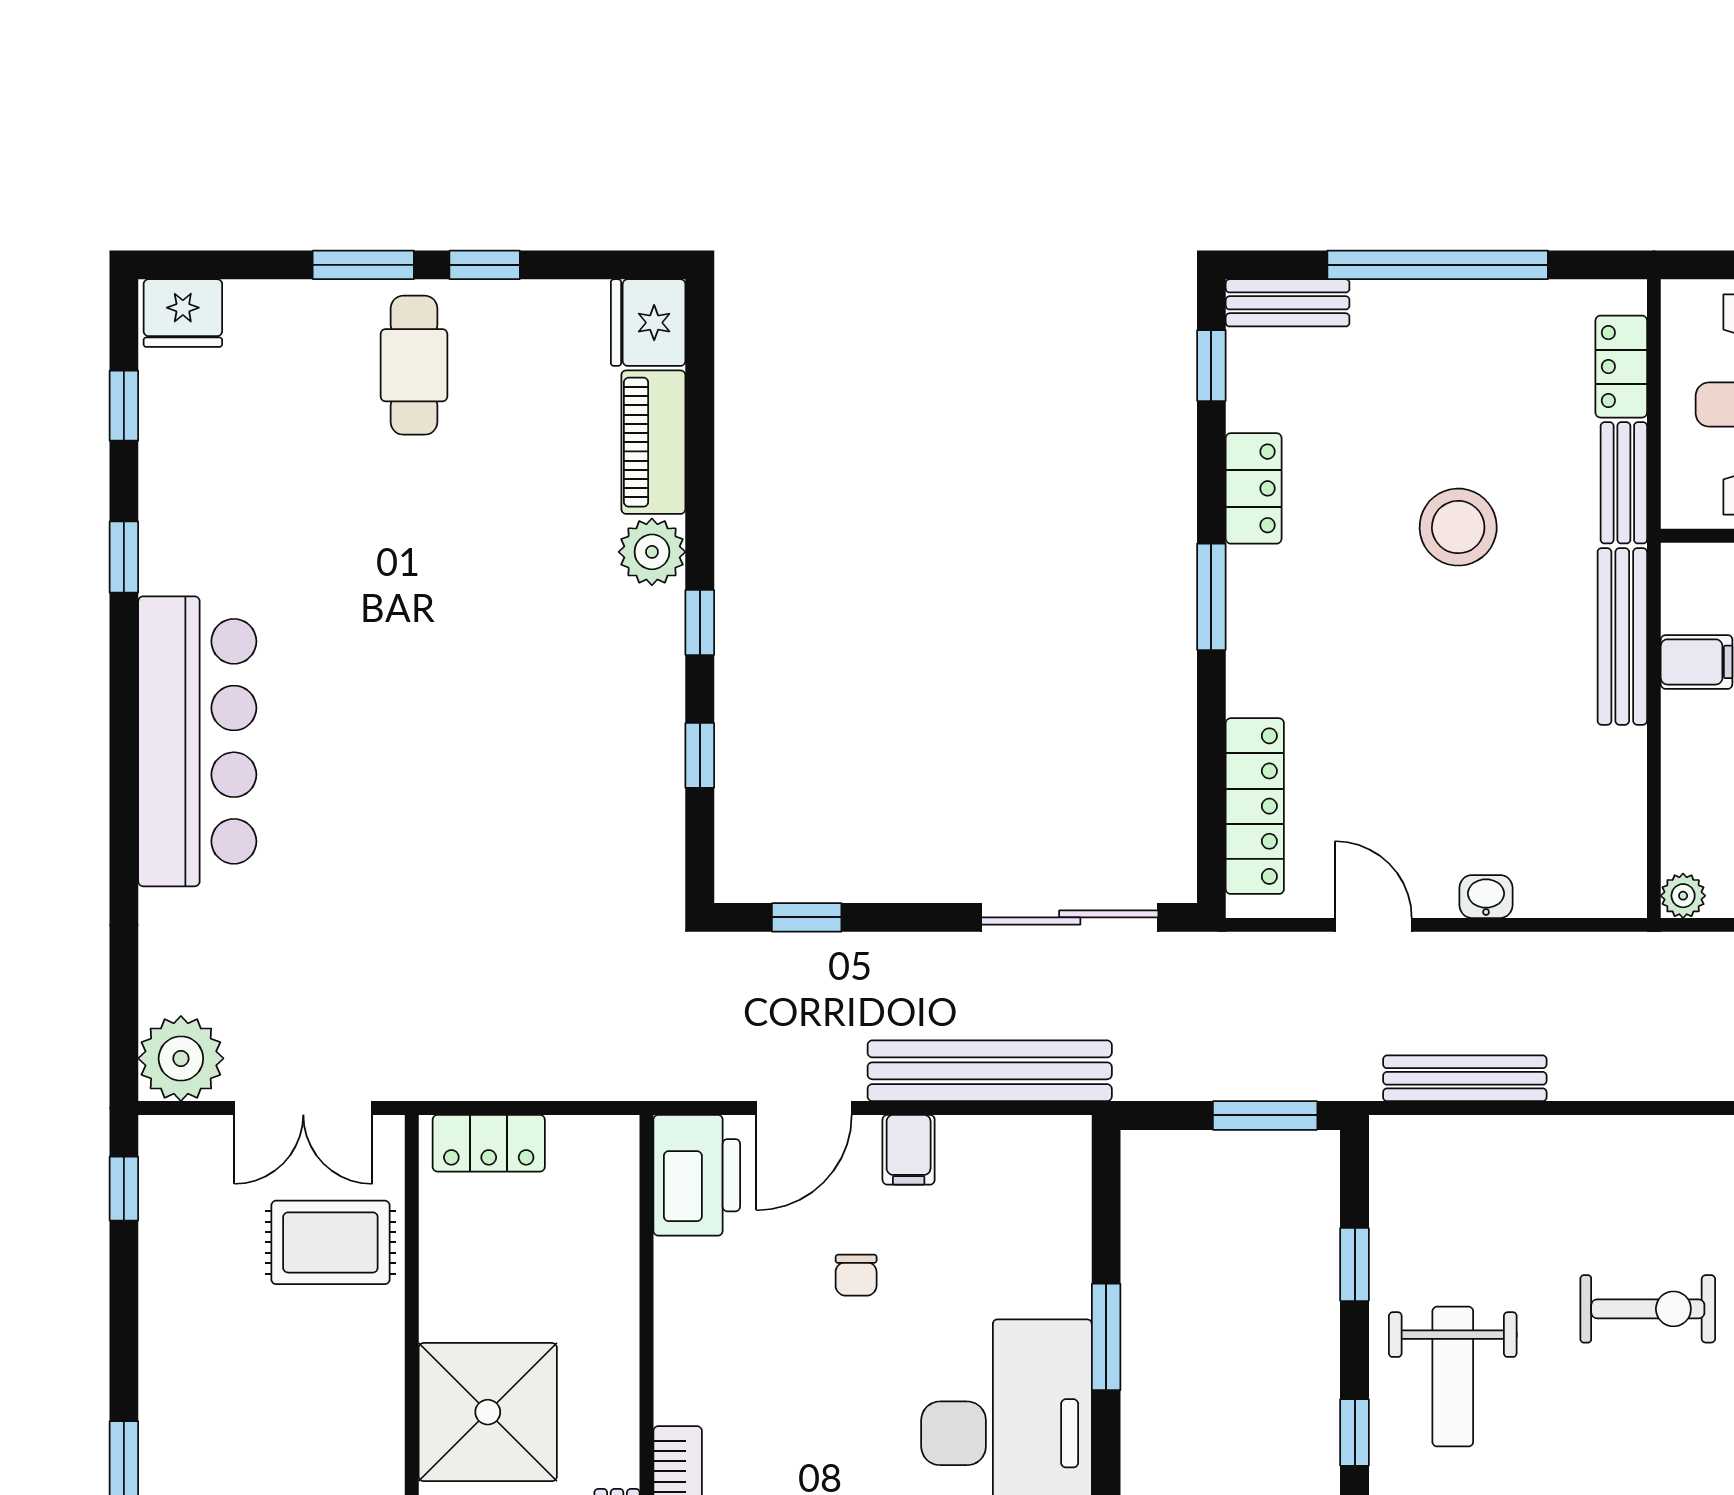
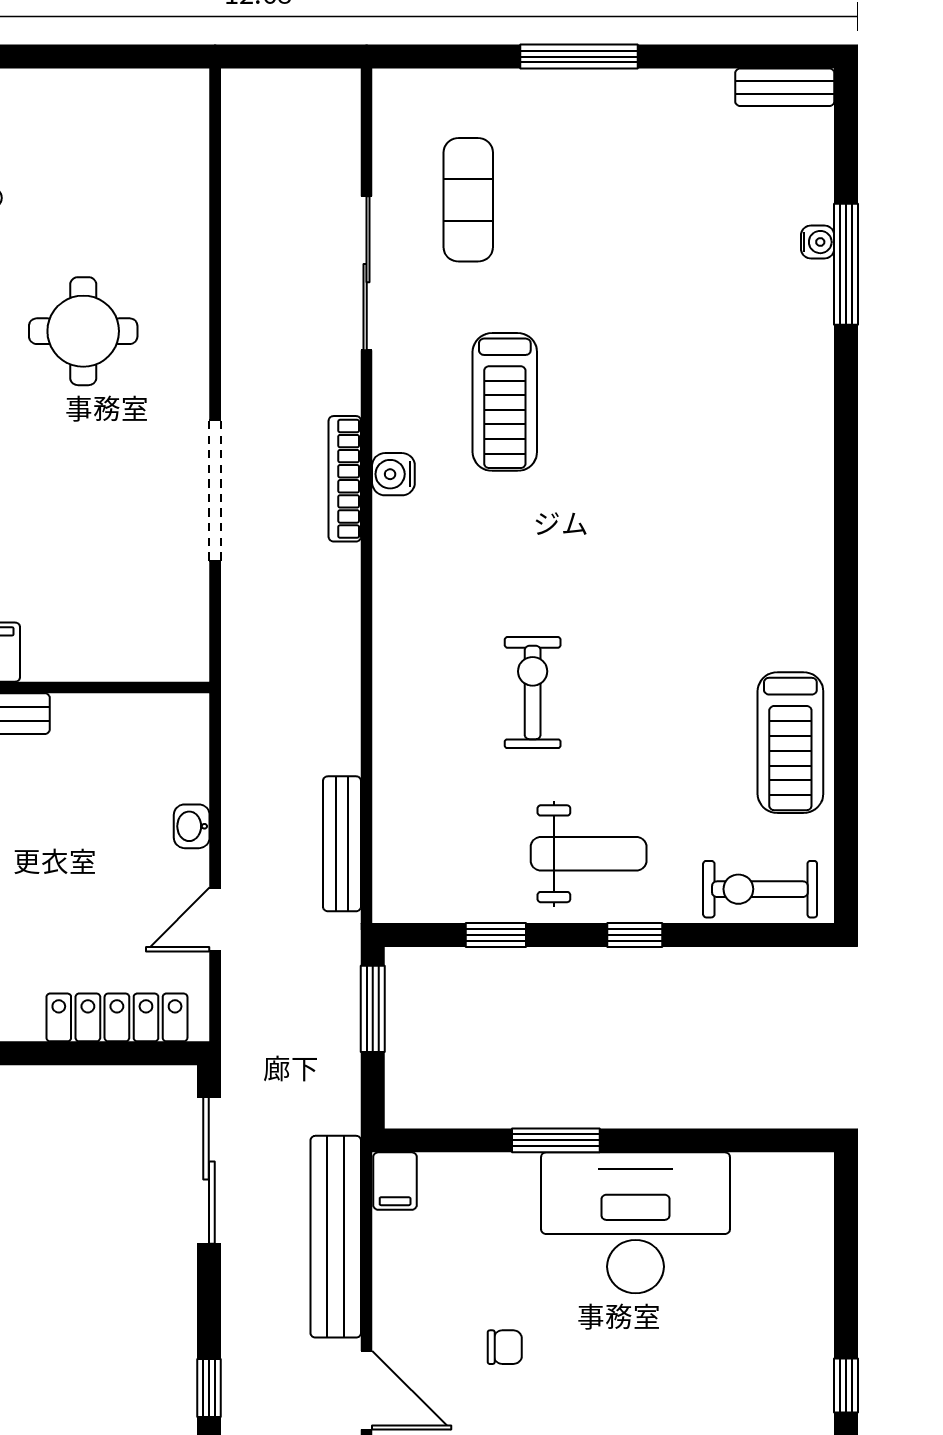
plant: (1683, 896) -> (191, 663), removed
filing cabinet: (909, 1150) -> (395, 1181), moved, turned 90

